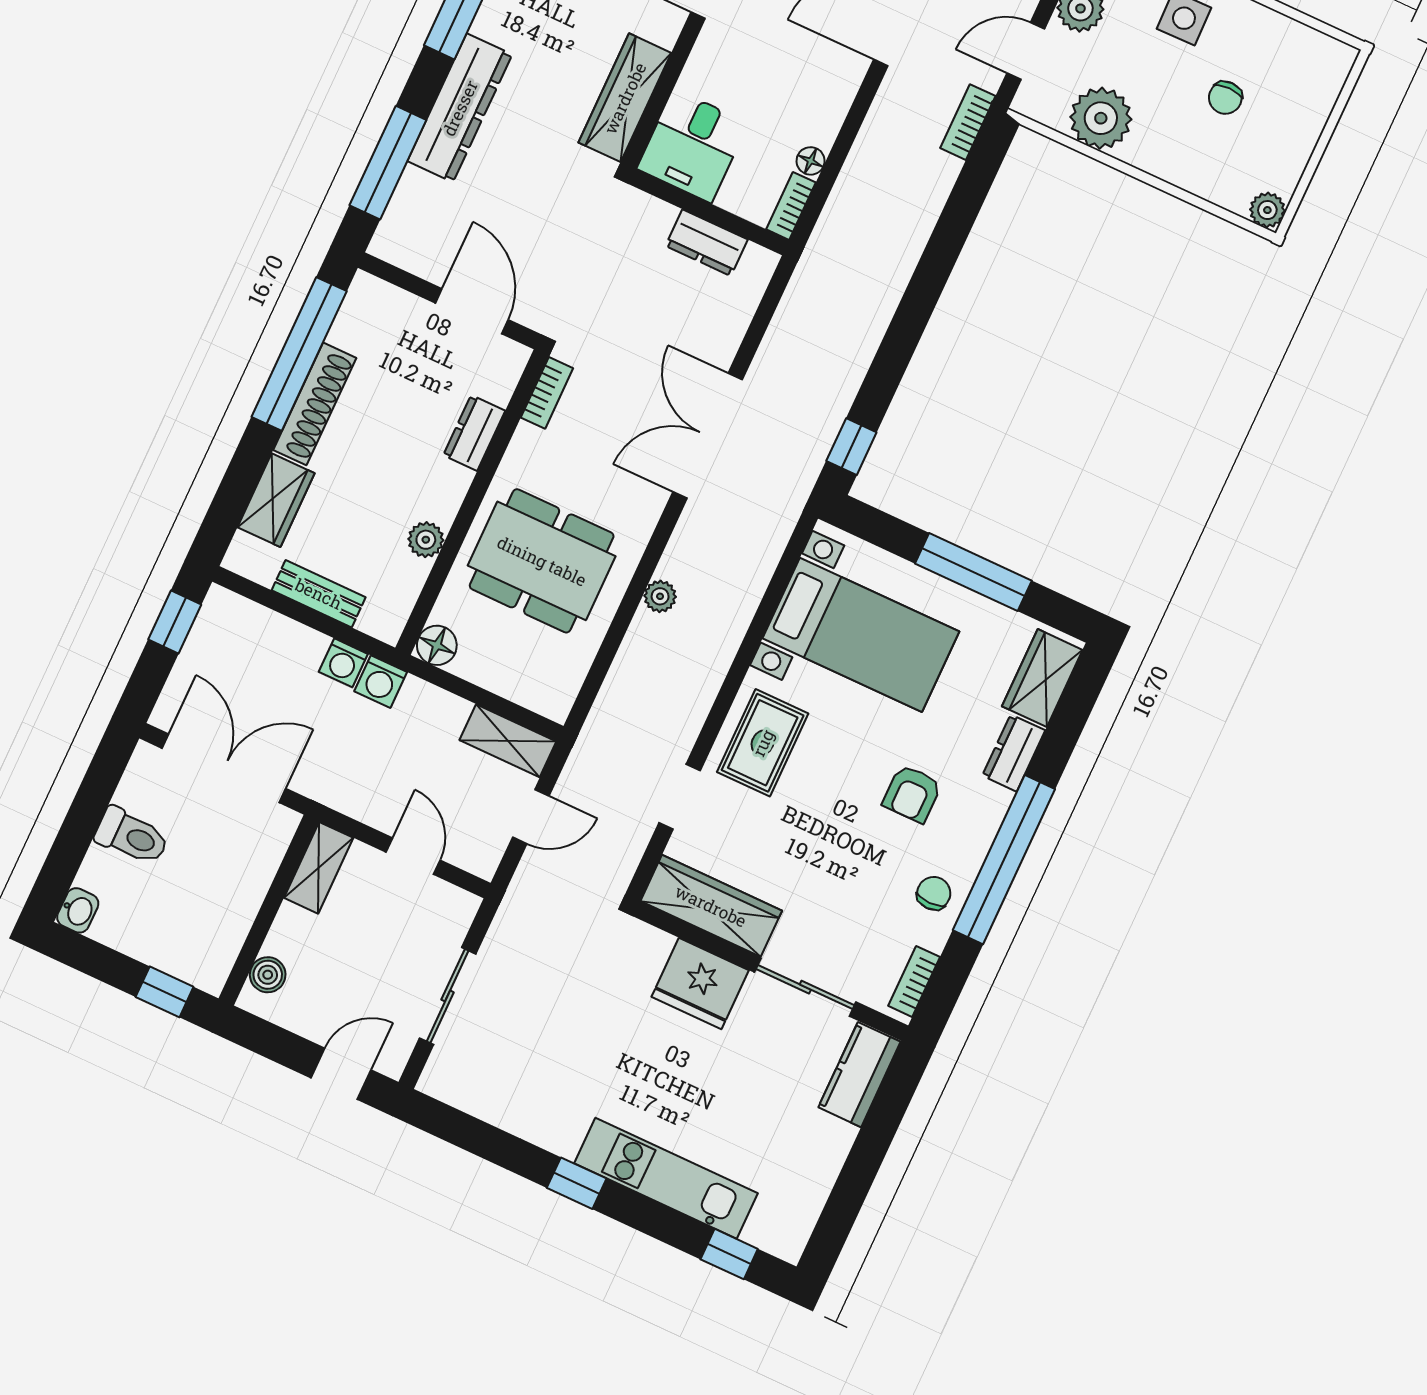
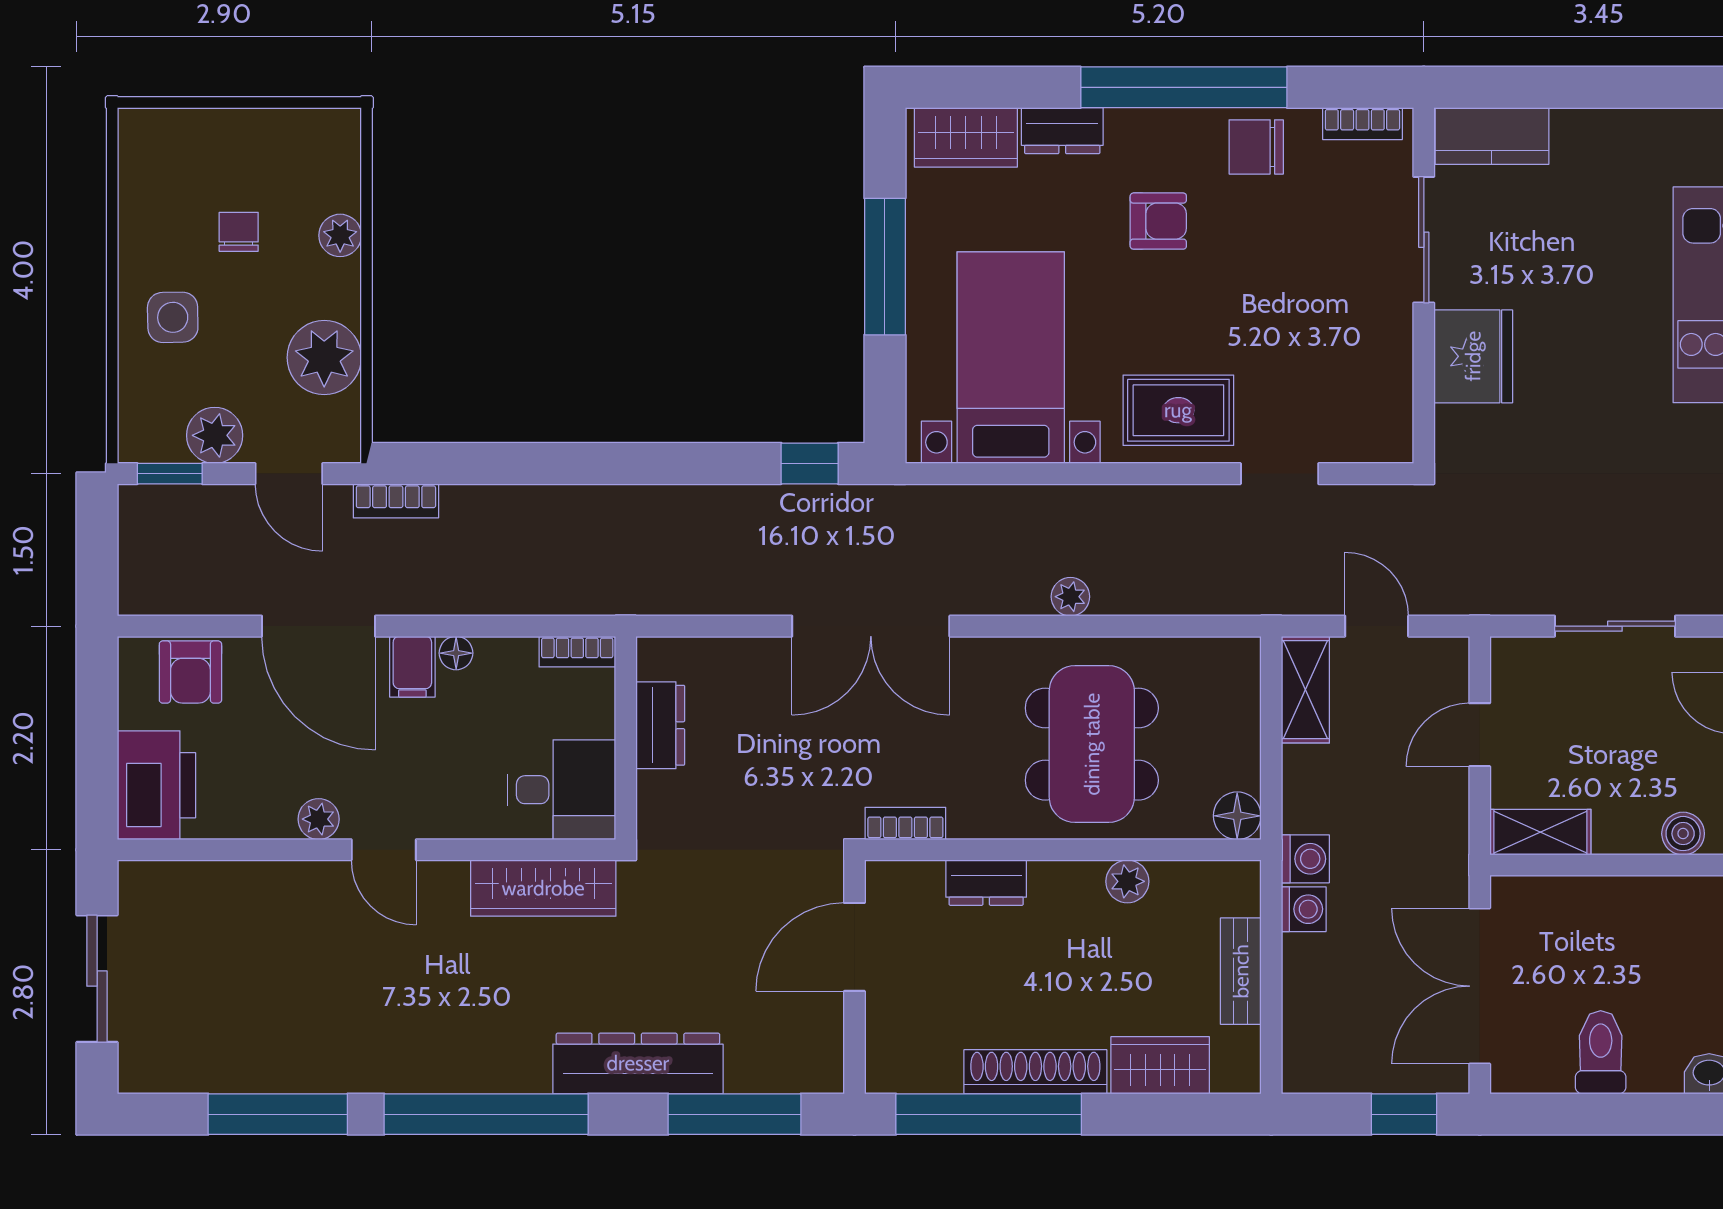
filing cabinet: (837, 77) -> (412, 667), added
chair: (1225, 98) -> (239, 232), turned -90
floor lamp: (811, 161) -> (456, 653), moved
plant: (1267, 210) -> (340, 235), moved
window: (175, 622) -> (1404, 1114), moved
chair: (934, 893) -> (1256, 147), width x1.37, depth x1.37
wardrobe: (711, 906) -> (1383, 384), removed

